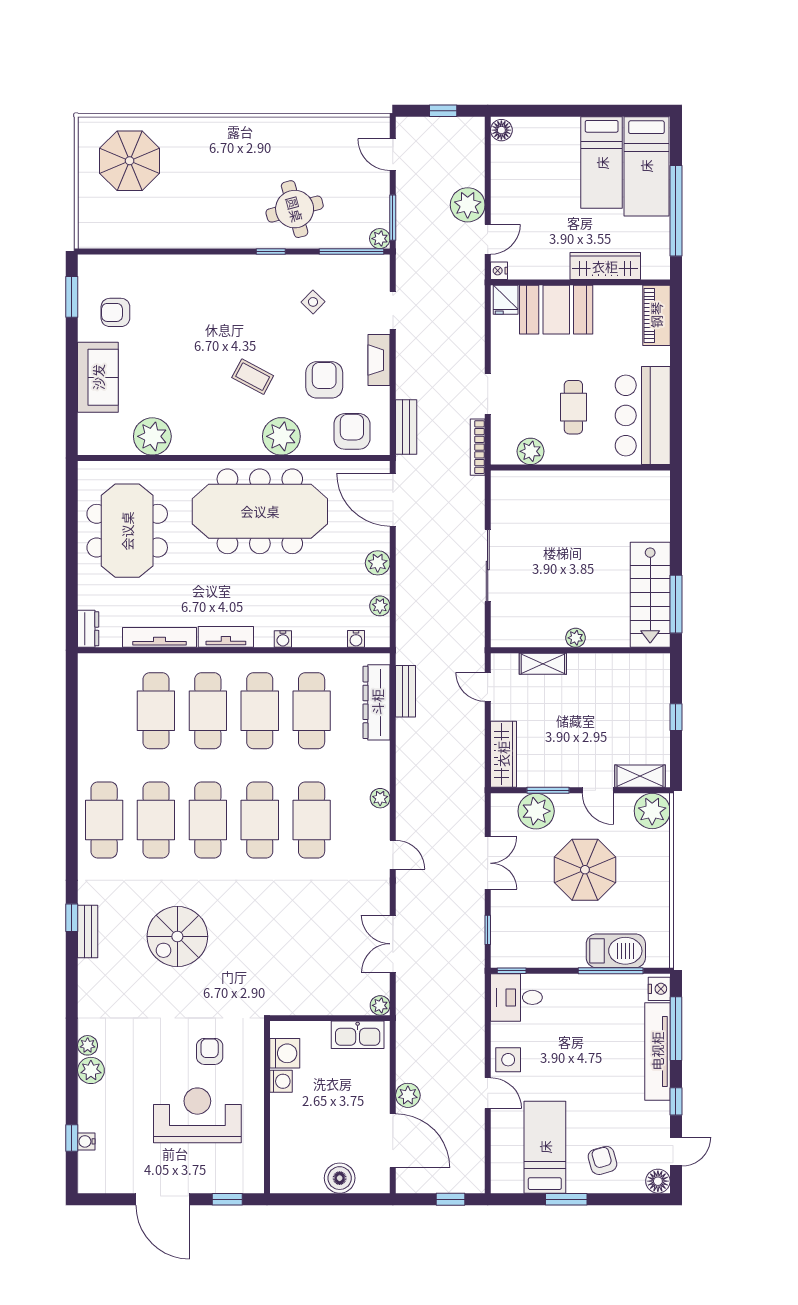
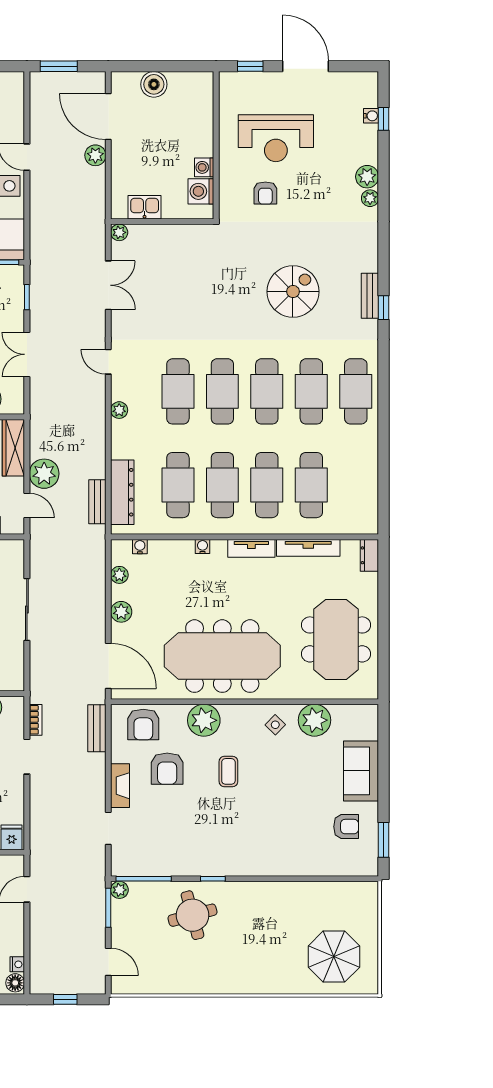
plant: (468, 205) -> (44, 474), moved
nightstand: (499, 271) -> (17, 964), moved
side table: (313, 302) -> (275, 725), moved
coffee table: (253, 377) -> (228, 771), turned 62
bookcase: (478, 447) -> (36, 720), width x0.64
kitchen sink: (358, 1035) -> (145, 207), width x0.73
window: (451, 1199) -> (59, 66), width x1.50

